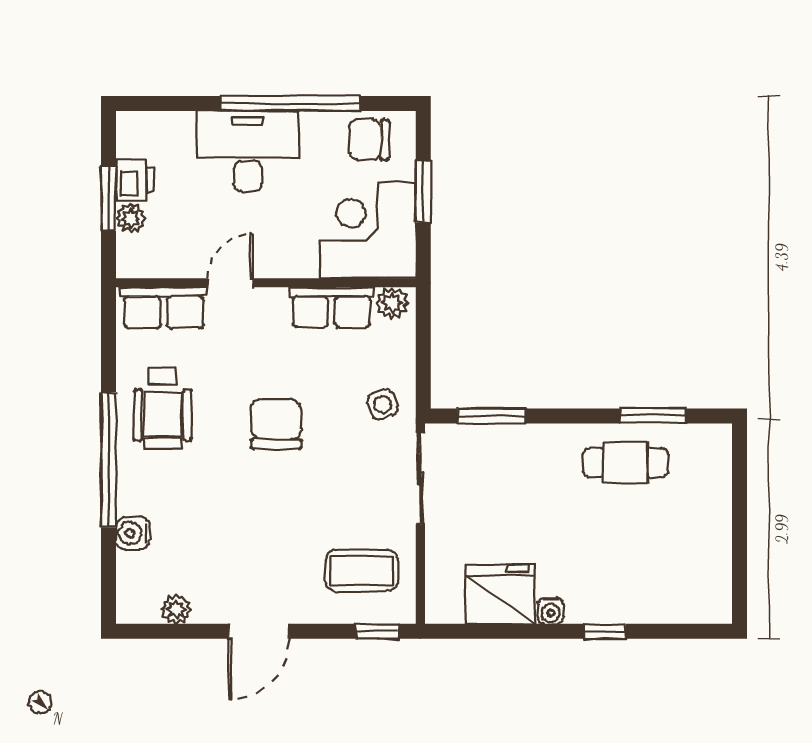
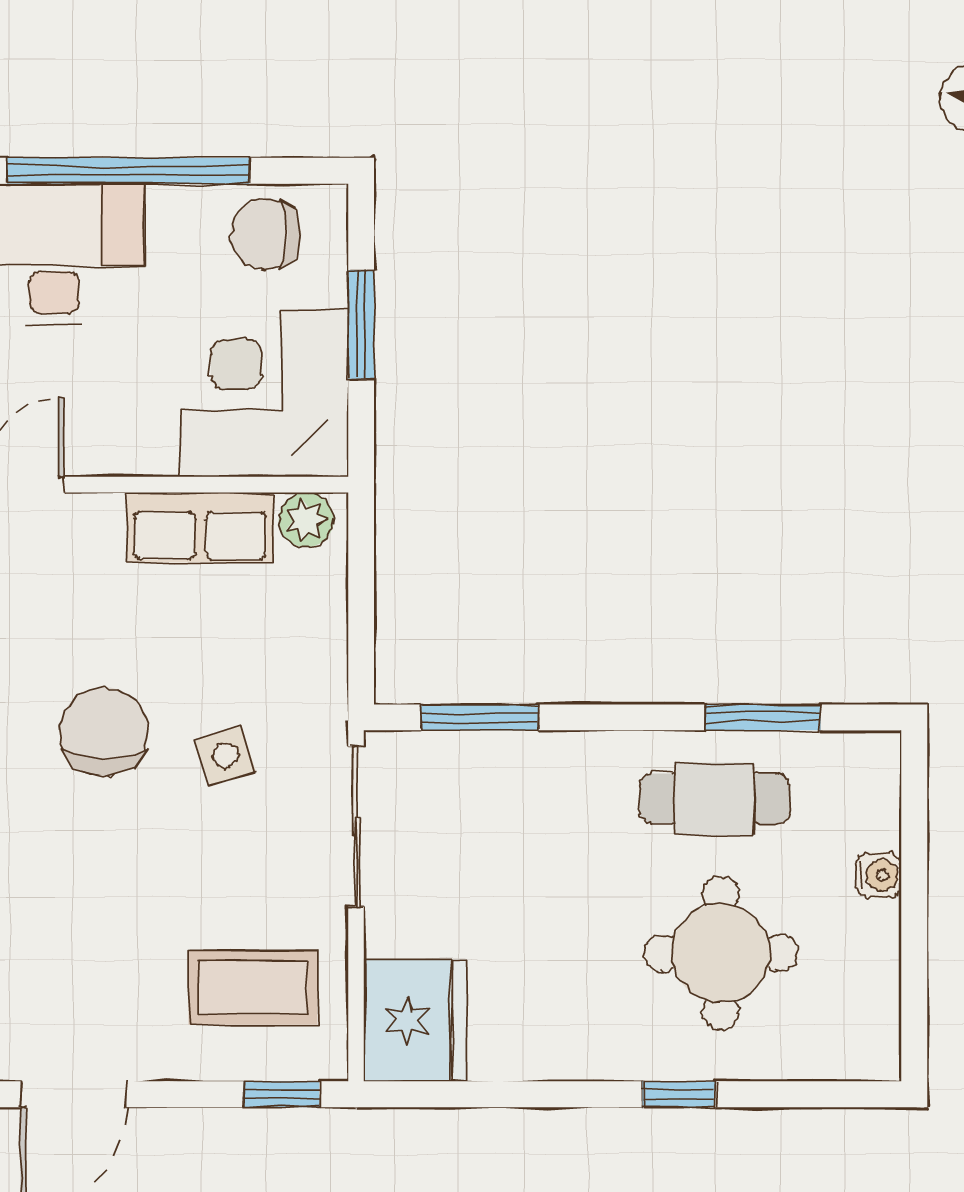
side table: (383, 404) -> (225, 755), moved
round table: (629, 551) -> (721, 953), added
fridge: (500, 595) -> (415, 1021), moved, turned 90
water cooler: (551, 611) -> (879, 875), moved, turned -90

